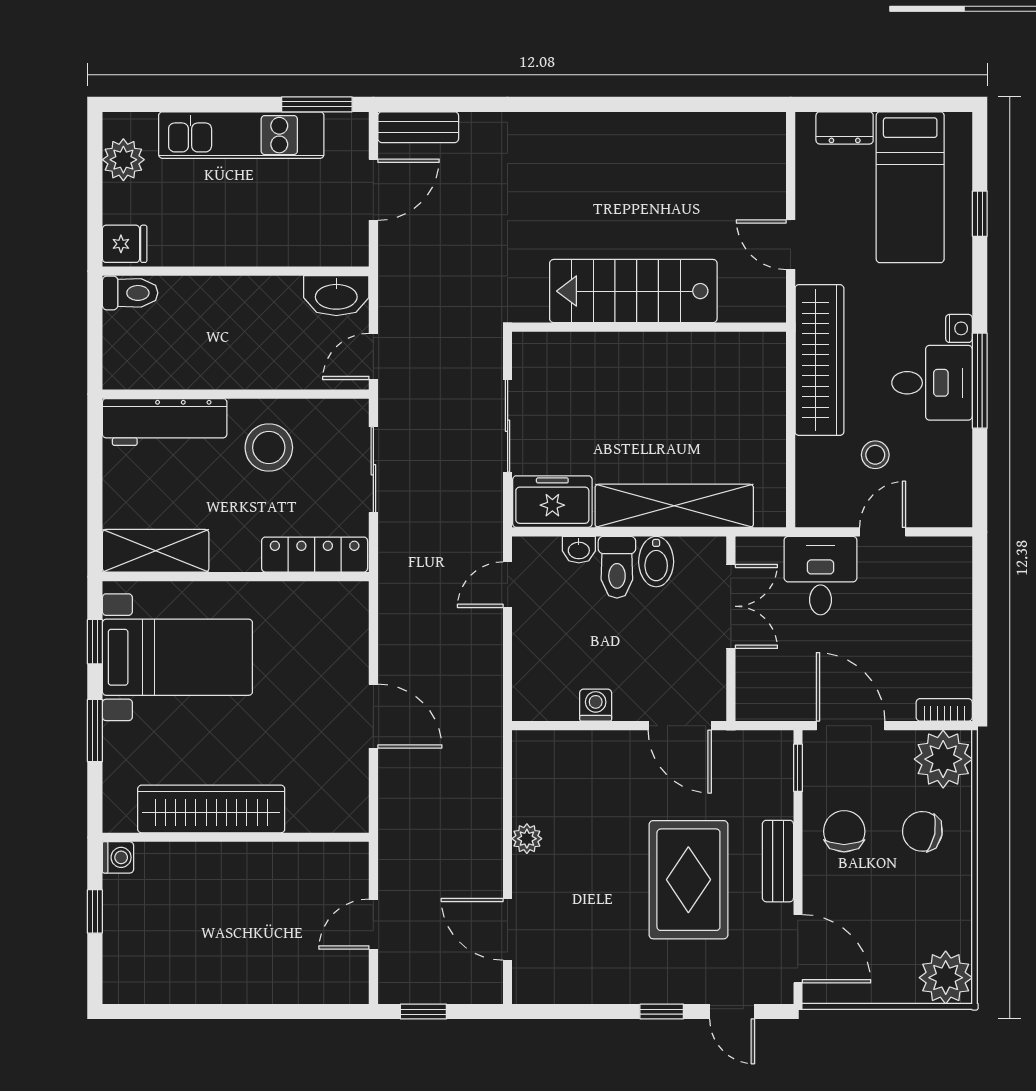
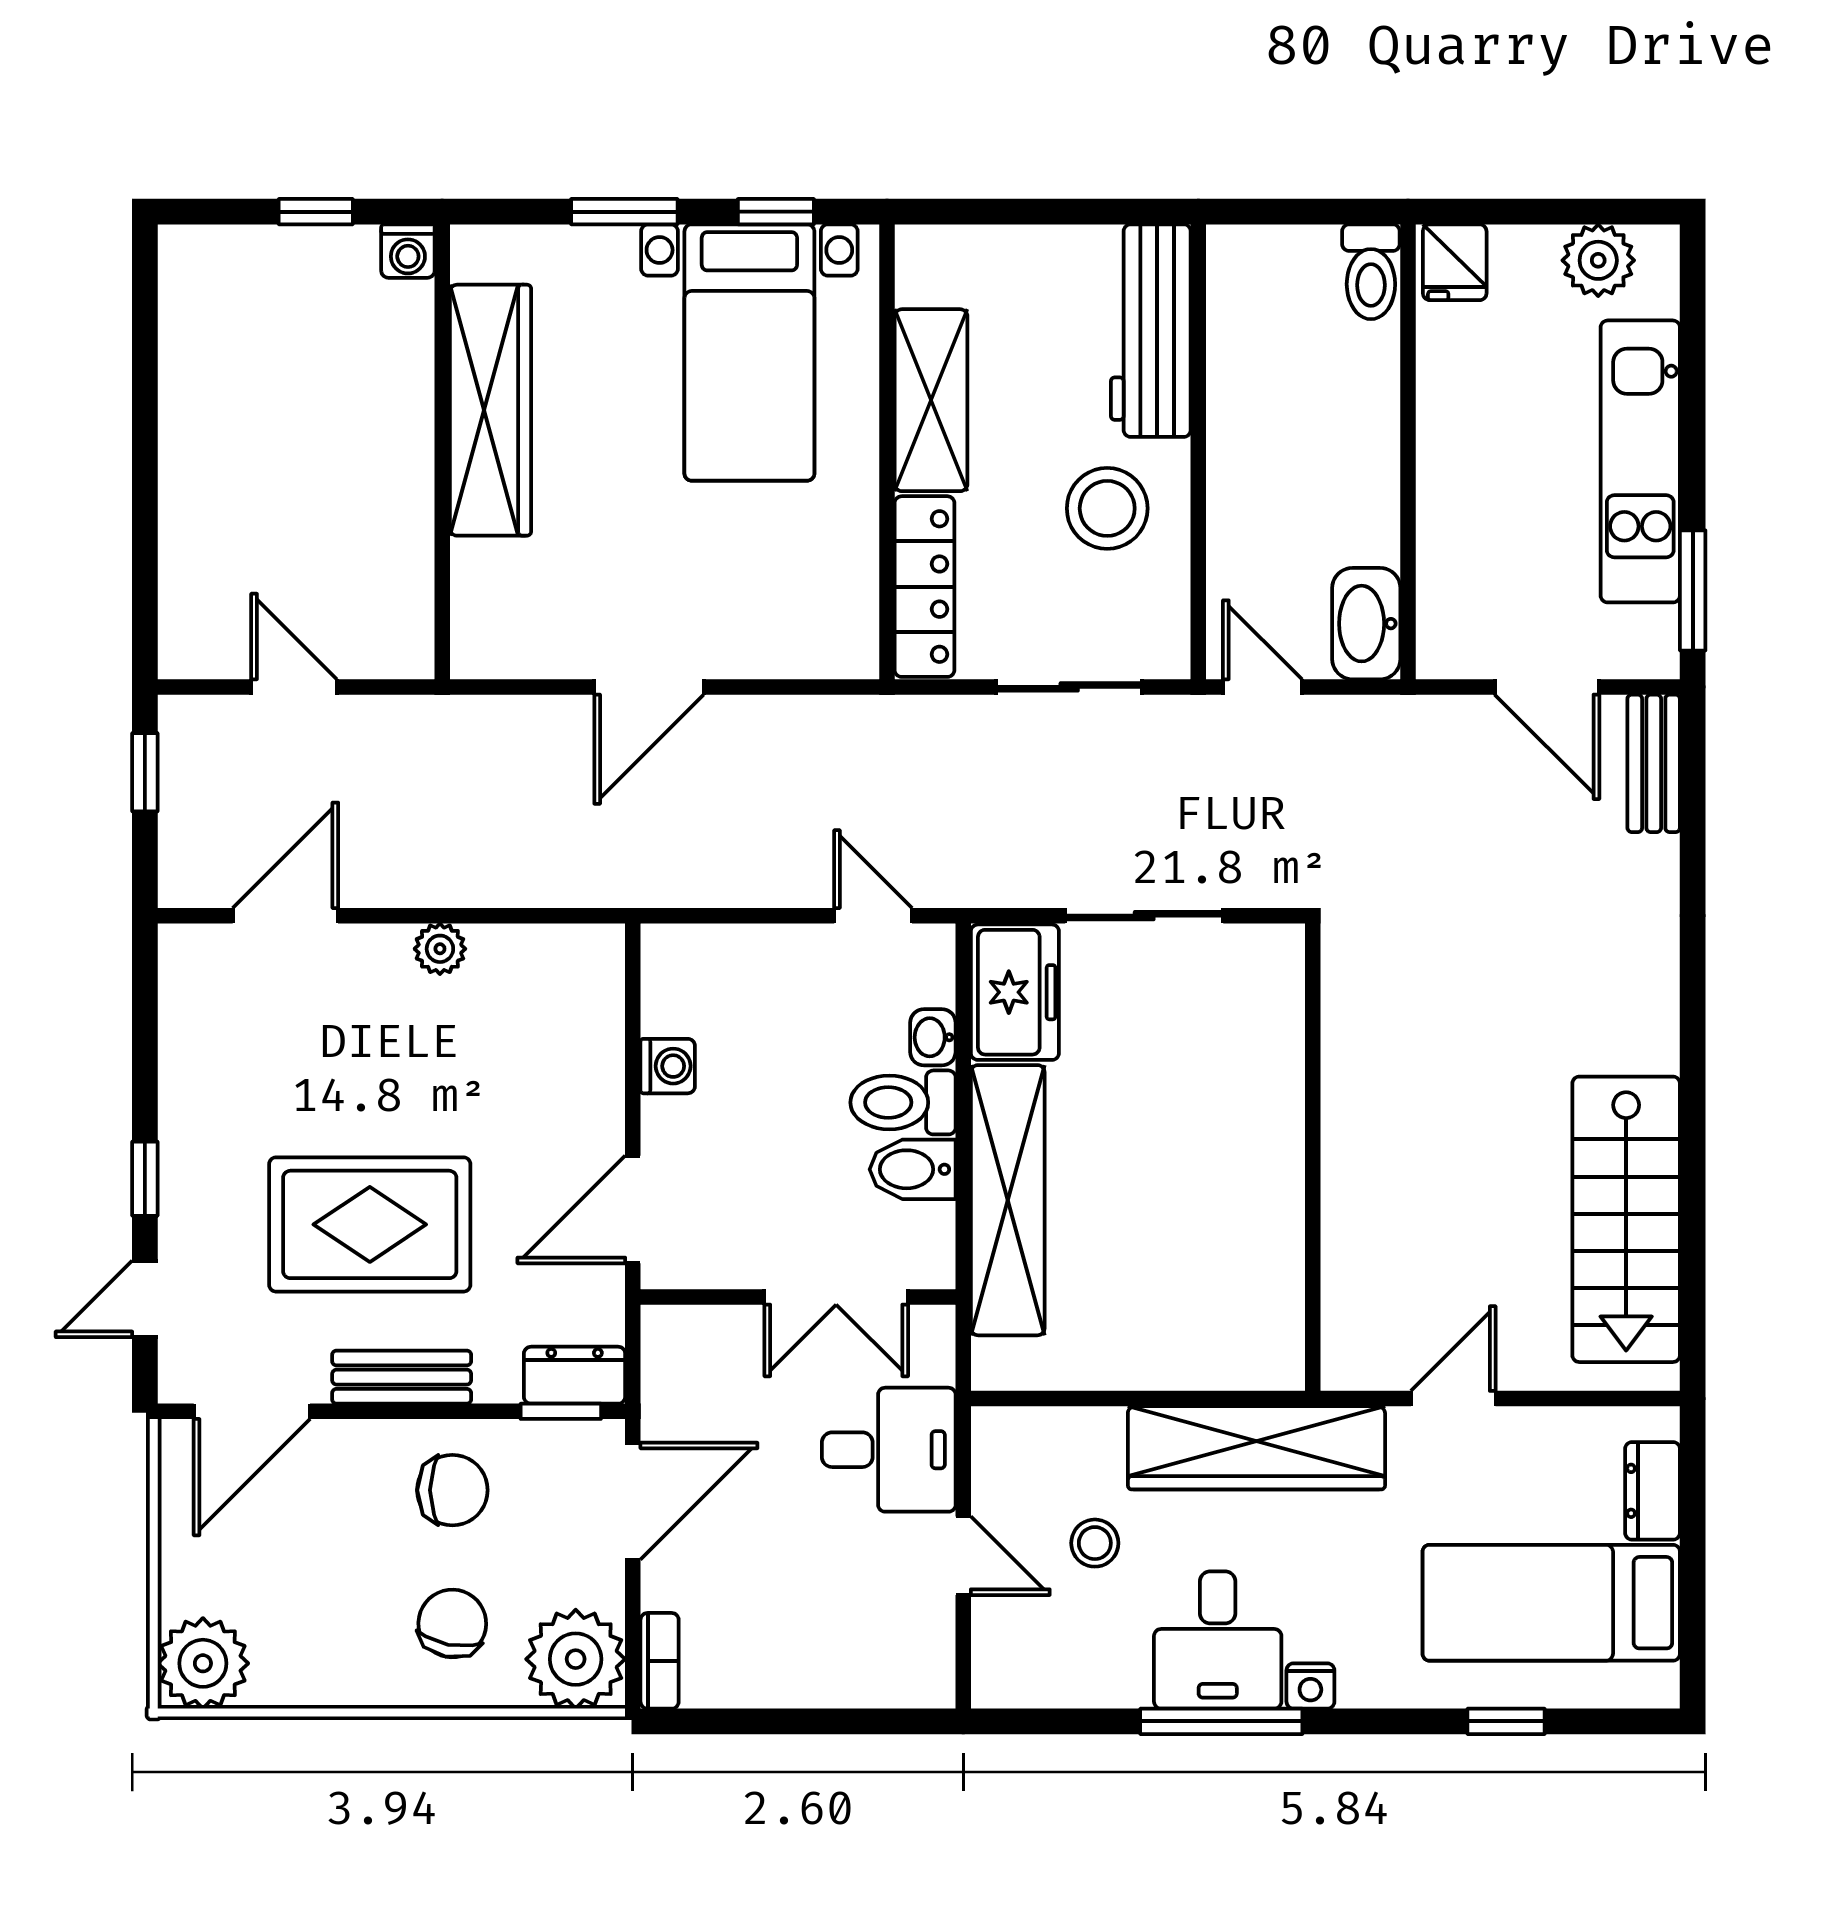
stairs: (633, 291) -> (1626, 1219), moved, turned 180
shelving: (156, 551) -> (931, 400), moved
dresser: (777, 760) -> (575, 1375), added

